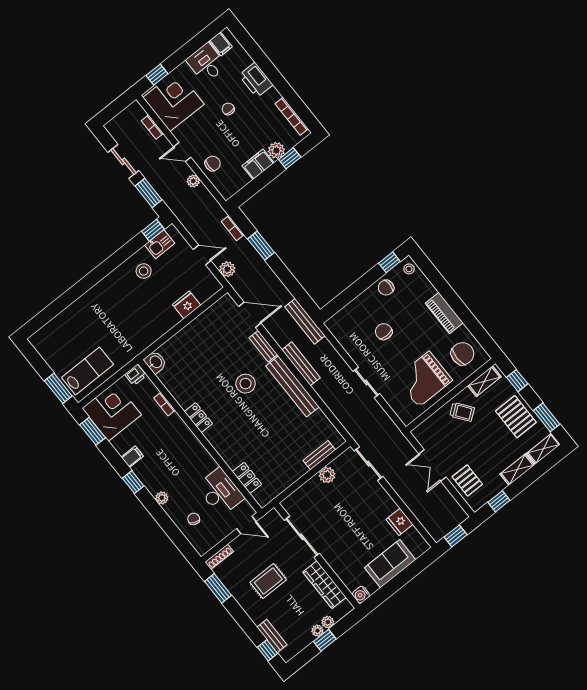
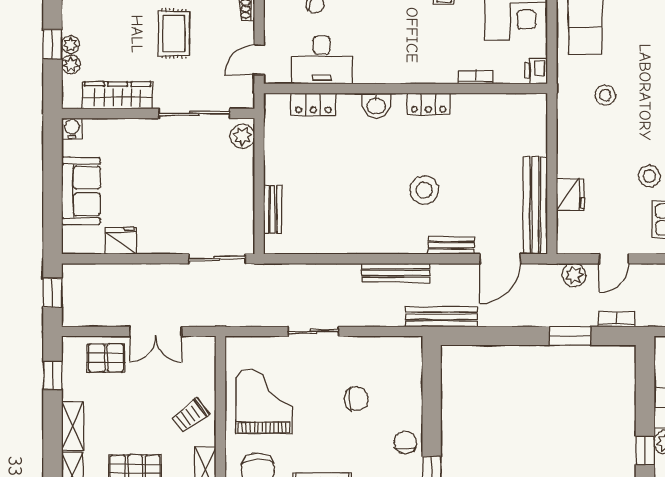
stool: (120, 328) -> (605, 95), added
washbasin: (155, 362) -> (376, 105), moved
bench: (293, 386) -> (535, 205), moved, turned 90
double door: (433, 465) -> (156, 331), swing flipped
plant: (327, 475) -> (242, 136), moved

